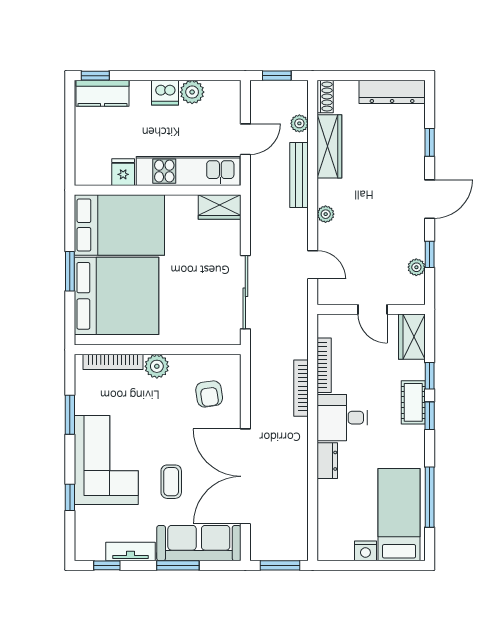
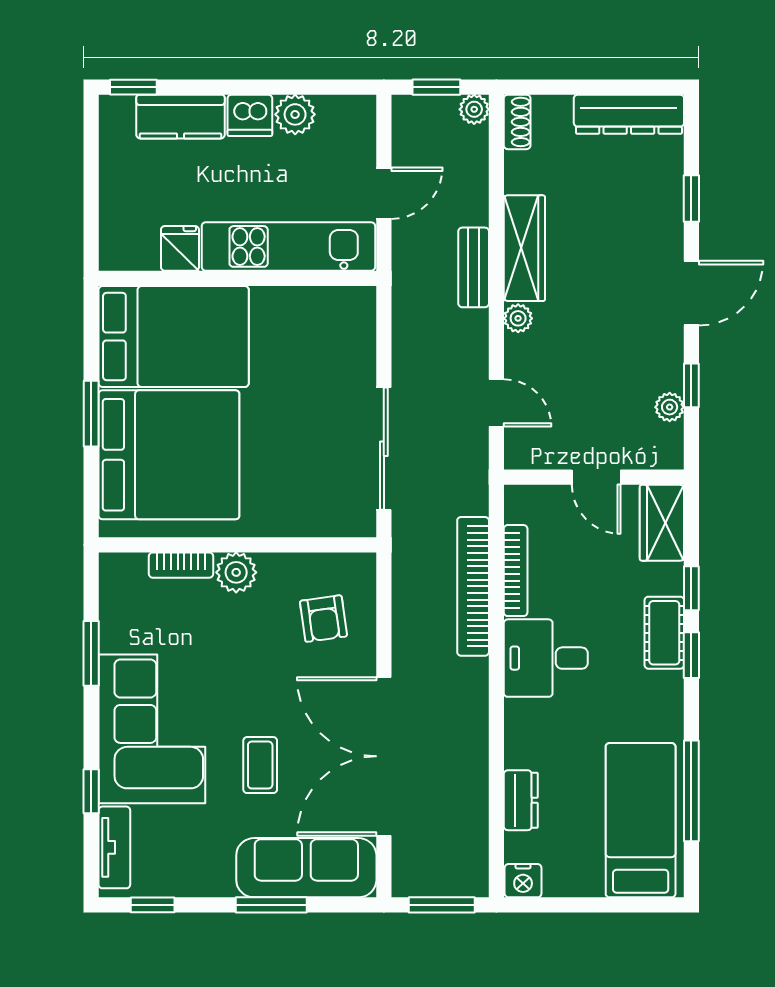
kitchen counter: (102, 93) -> (180, 117), moved
plant: (299, 123) -> (474, 109), moved
wardrobe: (329, 146) -> (524, 248), moved
bench: (299, 175) -> (474, 267), width x0.73
wardrobe: (220, 207) -> (341, 306), removed
bookcase: (113, 362) -> (181, 565), width x0.64
bookcase: (301, 388) -> (473, 586), width x1.48, depth x1.31
dresser: (327, 461) -> (521, 800), moved
nightstand: (365, 551) -> (523, 881), moved
tv unit: (131, 552) -> (114, 847), moved, turned 90

